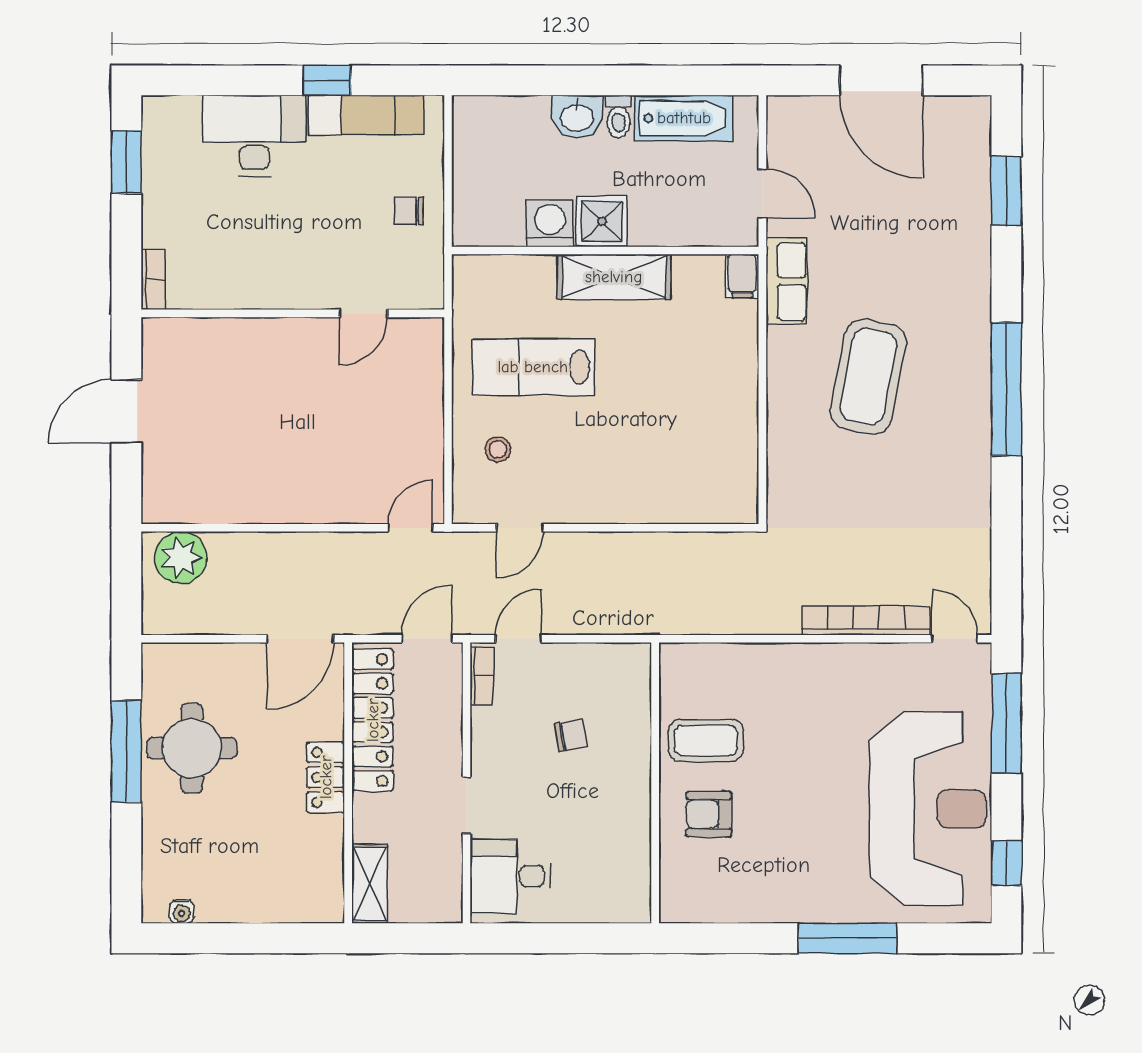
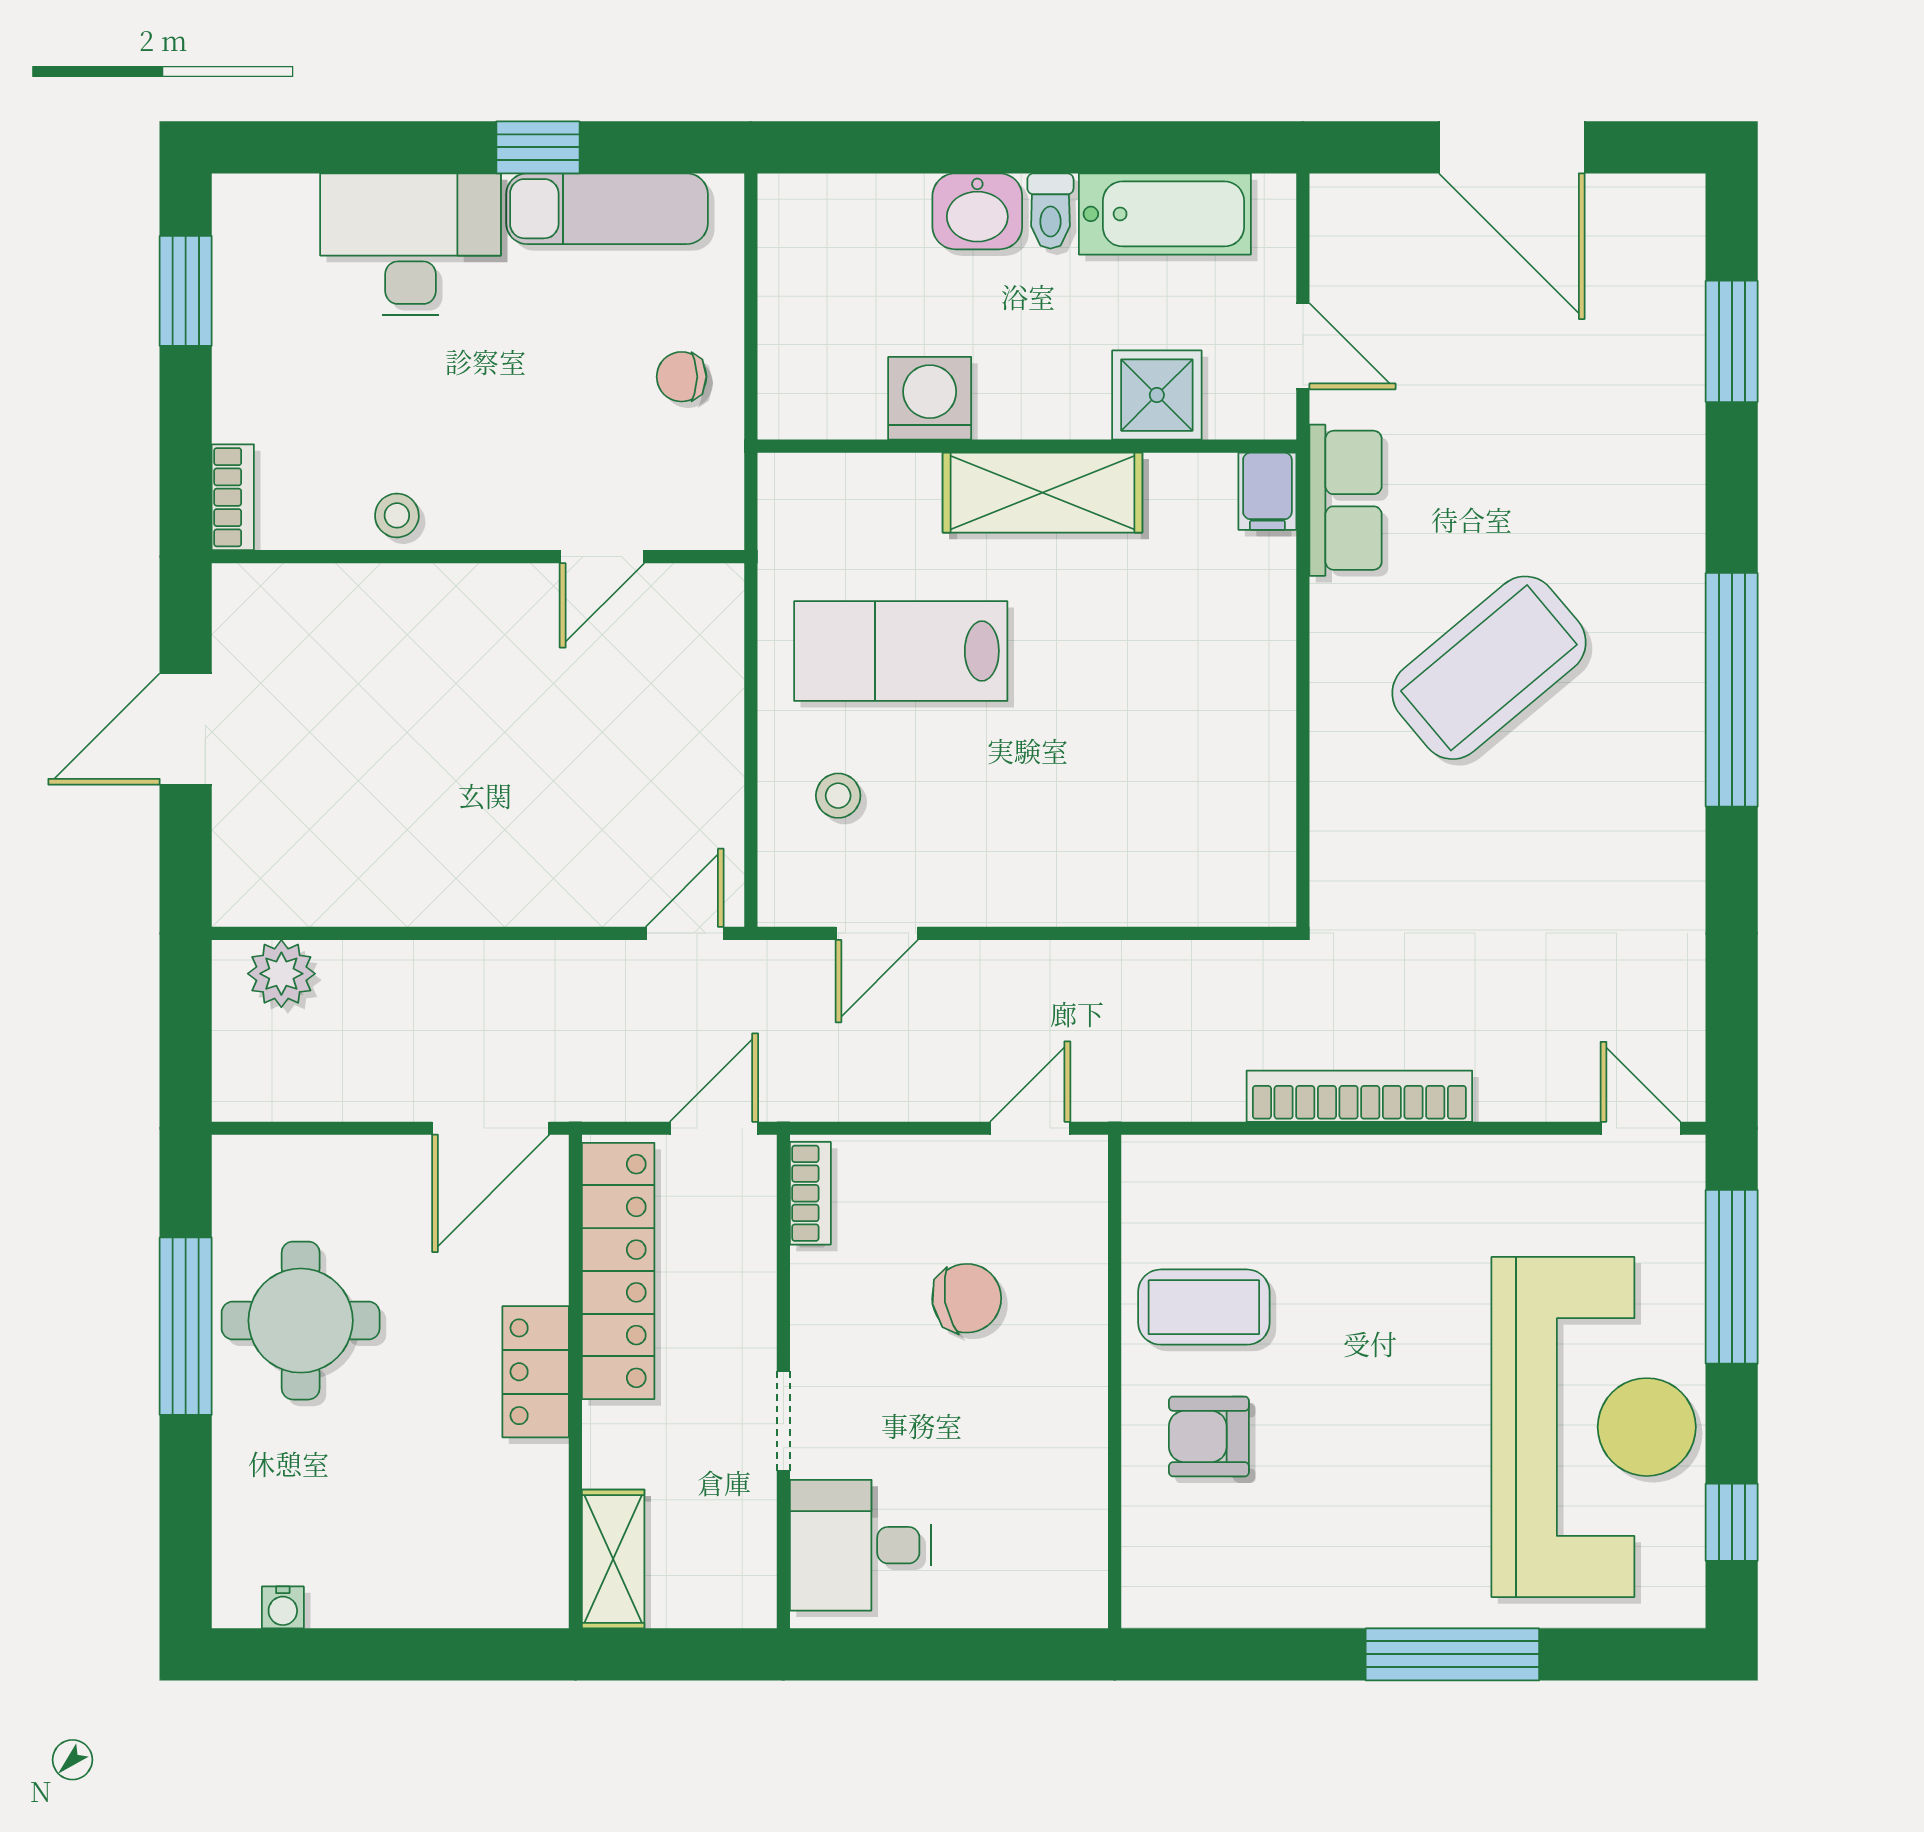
shower: (602, 221) -> (1157, 395), moved
stool: (247, 290) -> (397, 515), added
coffee table: (868, 377) -> (1489, 668), turned 39
plant: (181, 558) -> (281, 974), width x0.73, depth x0.73
bookcase: (866, 620) -> (1359, 1096), moved
door: (518, 639) -> (1030, 1128), moved
chair: (571, 735) -> (967, 1298), width x1.37, depth x1.37

